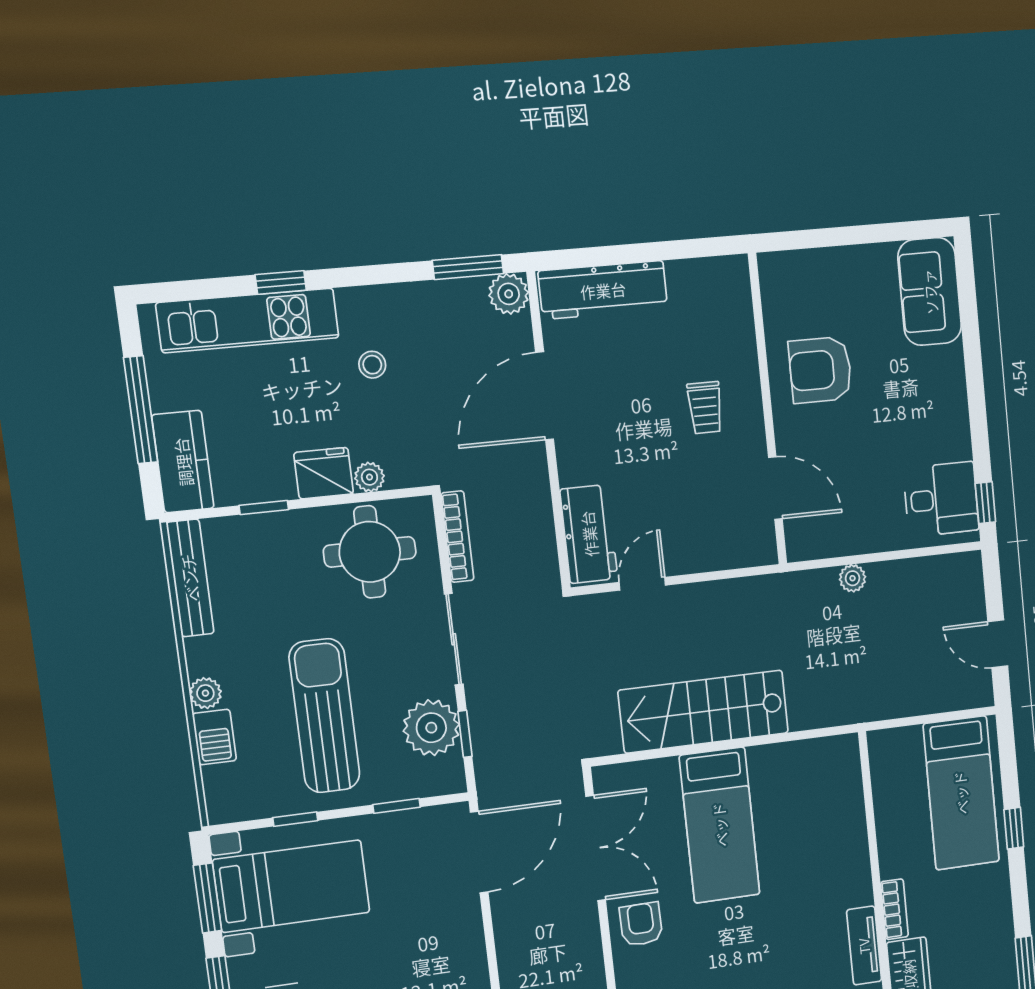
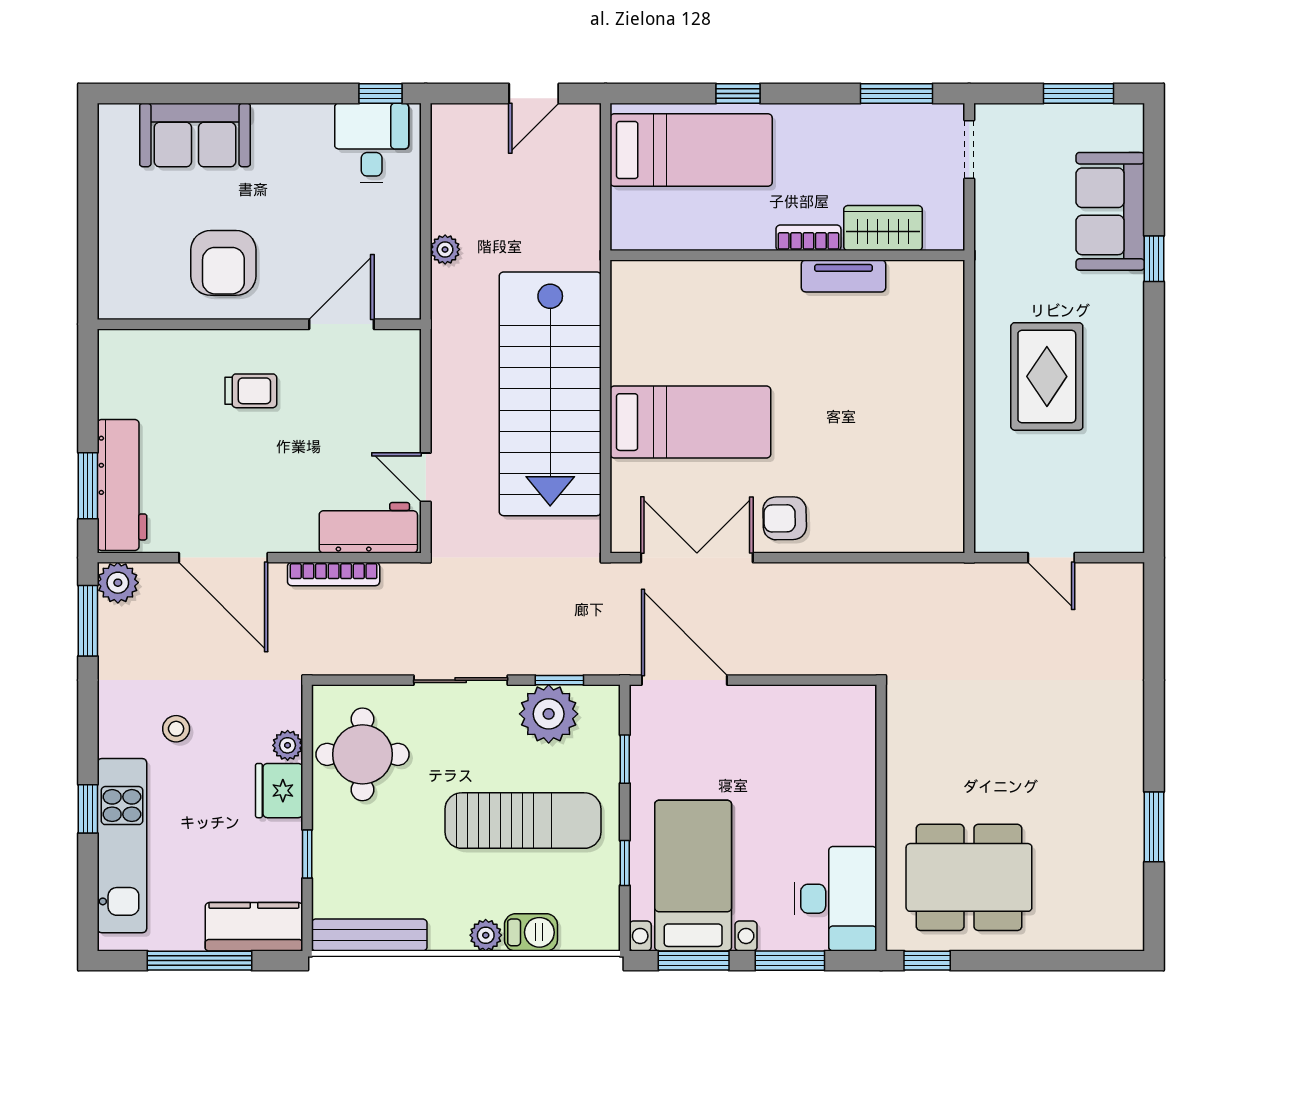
window: (599, 256) -> (88, 486), added
sofa: (930, 292) -> (195, 135), moved
bookcase: (457, 537) -> (334, 574), moved, turned 180
stairs: (704, 712) -> (550, 394), width x1.36, depth x1.51
sun lounger: (324, 716) -> (523, 821), turned 180

